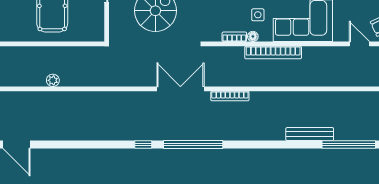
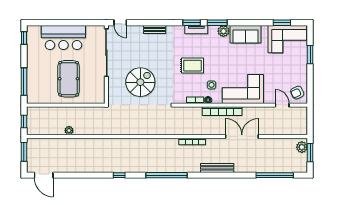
double door: (180, 89) -> (242, 136), moved
bench: (310, 134) -> (217, 168), moved
window: (143, 145) -> (119, 175), moved

